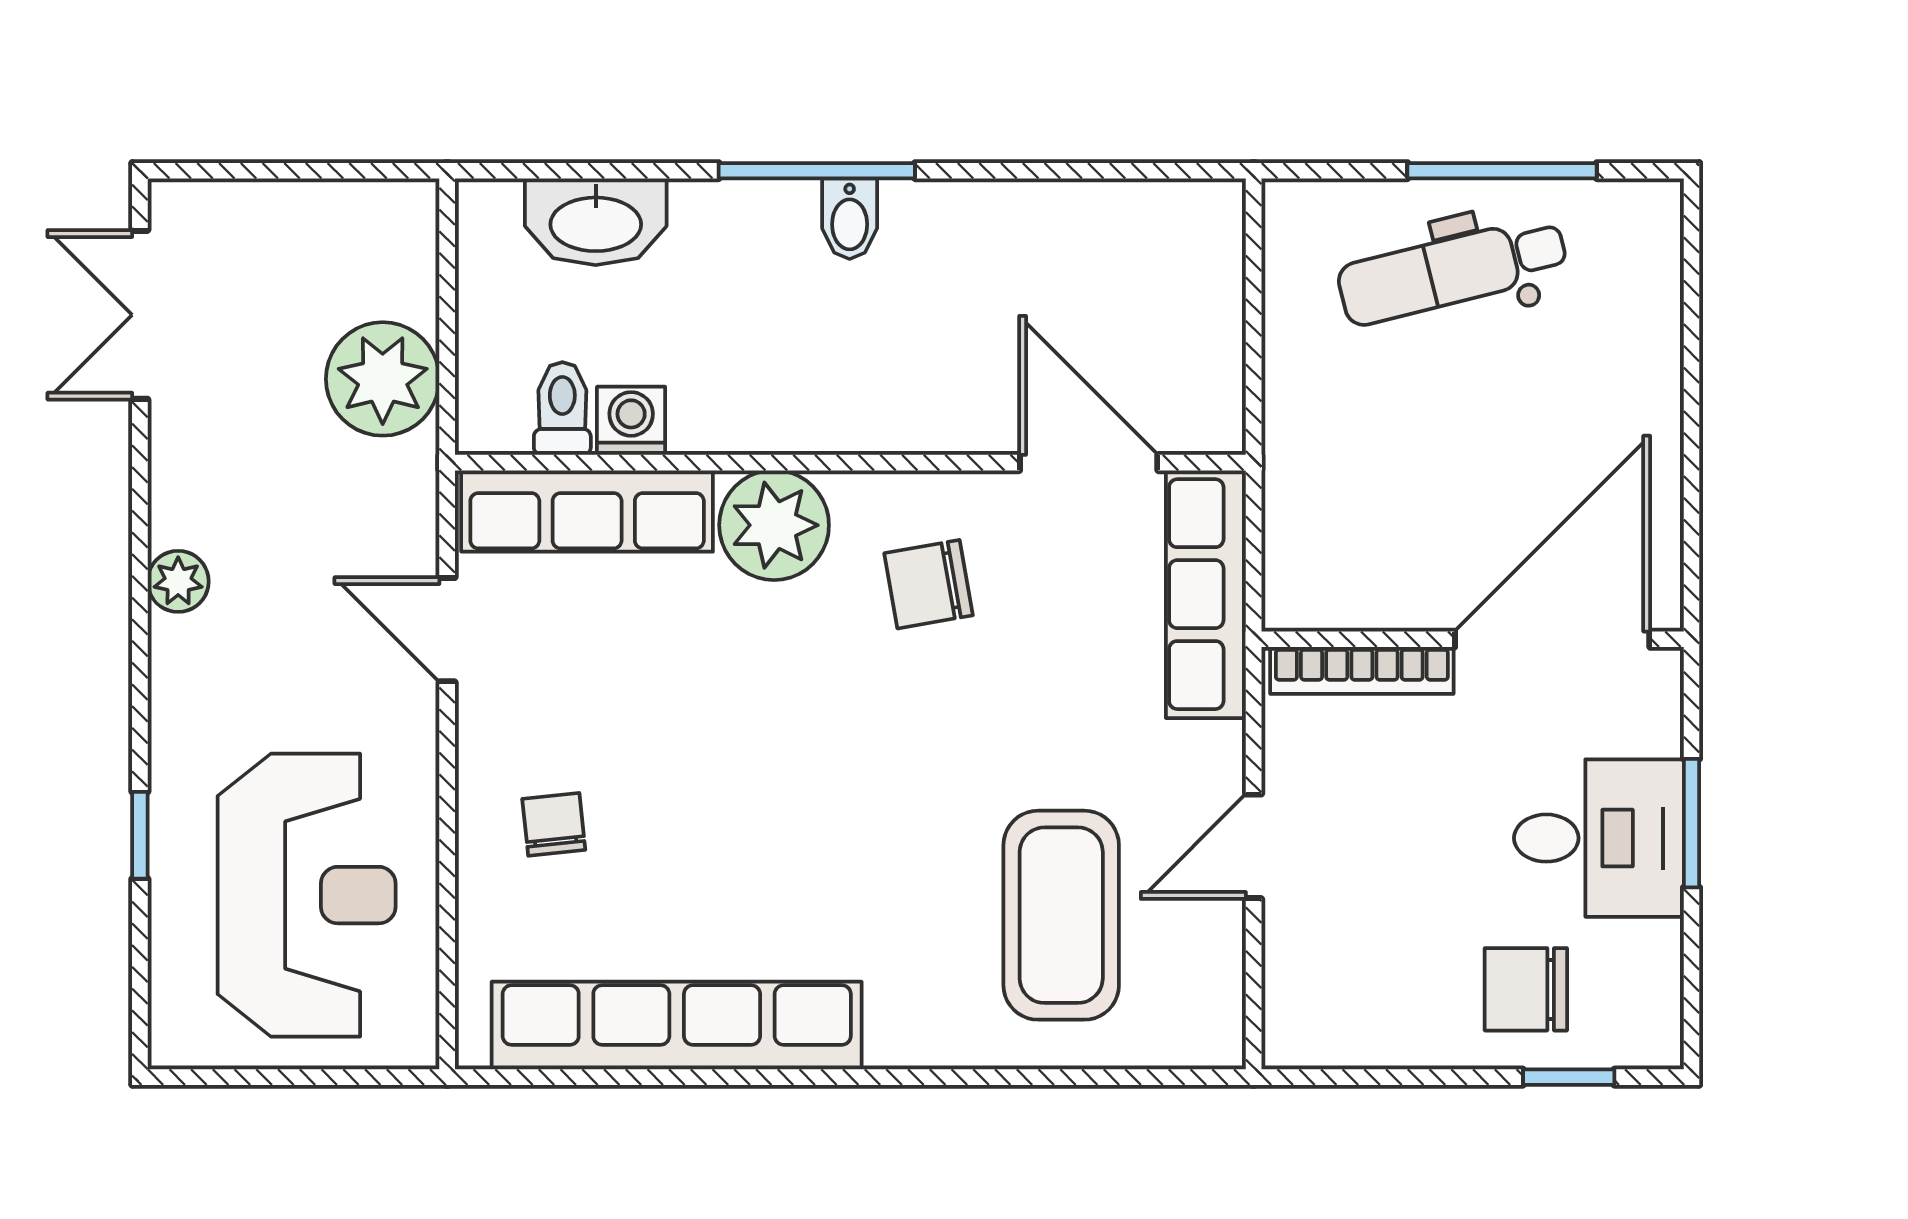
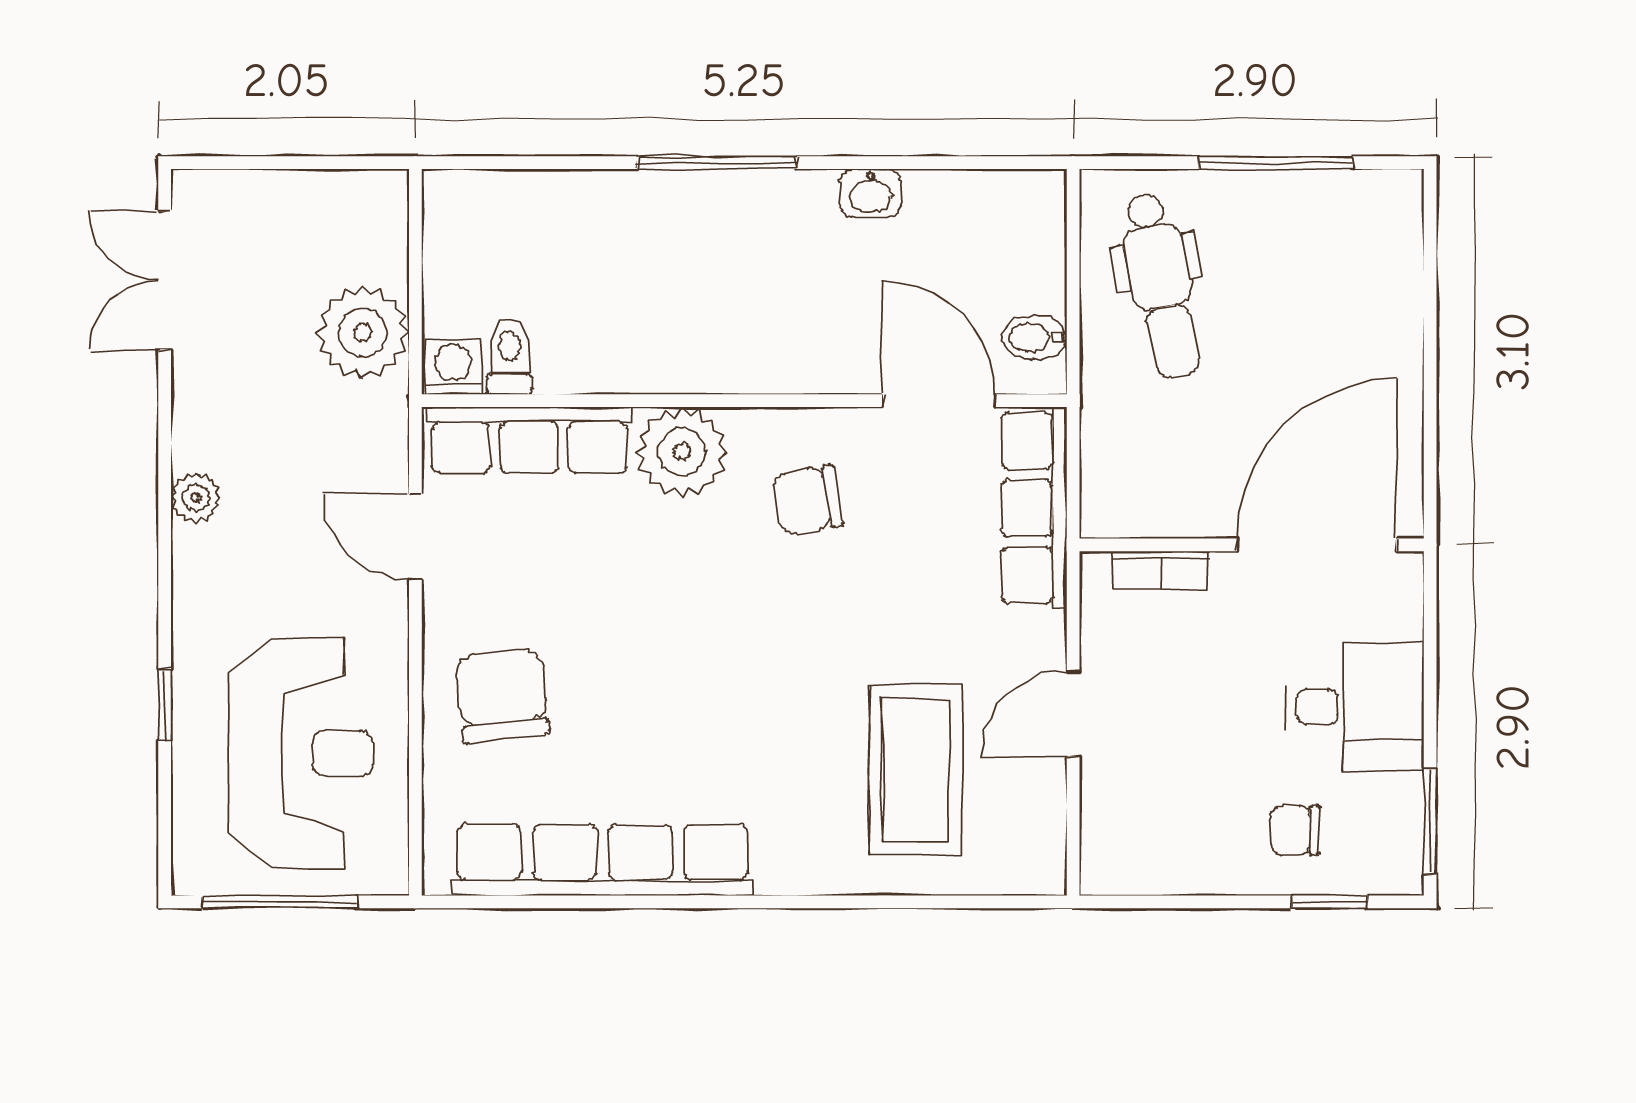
bidet: (850, 219) -> (1034, 337), moved, turned 90
washbasin: (596, 222) -> (871, 193), moved, width x0.52, depth x0.69
dental chair: (1452, 271) -> (1161, 285), moved, turned -88
washing machine: (631, 421) -> (453, 367), moved
bookcase: (1362, 670) -> (1161, 570), width x0.64
window: (1691, 823) -> (1430, 822), moved
chair: (554, 824) -> (502, 696), width x1.87, depth x1.87
chair: (1526, 989) -> (1295, 830), width x0.73, depth x0.73
window: (281, 1077) -> (280, 902), added

